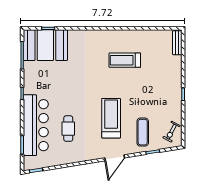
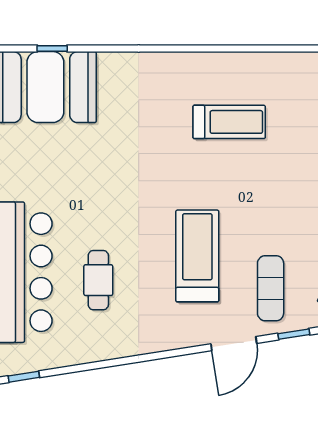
treadmill: (125, 60) -> (229, 122), turned 180
door: (115, 158) -> (234, 344), moved

